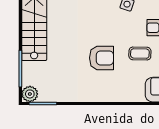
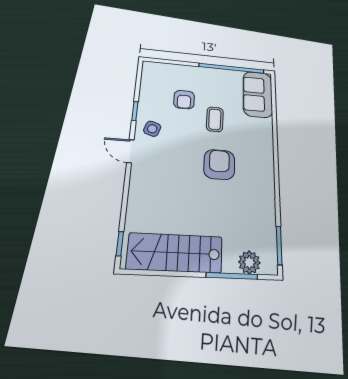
plant: (30, 94) -> (249, 262), moved

